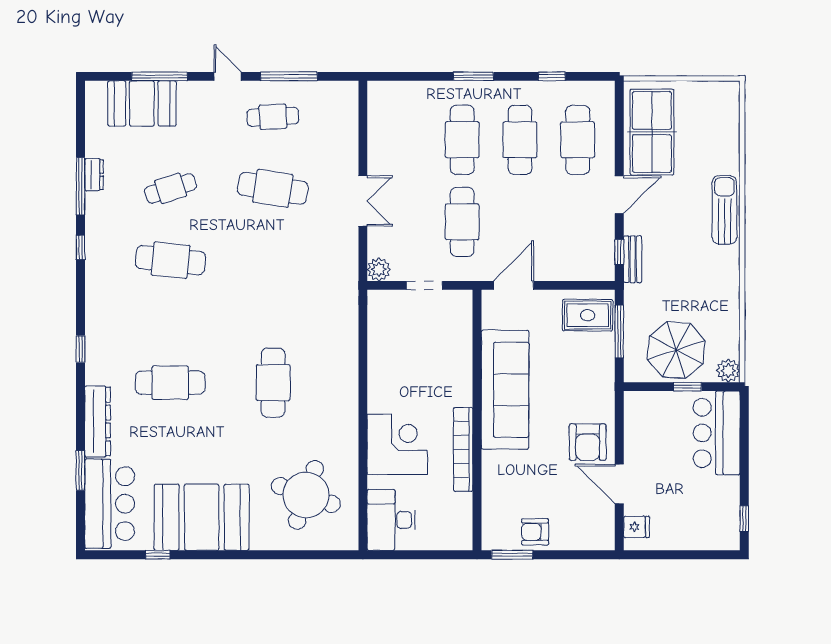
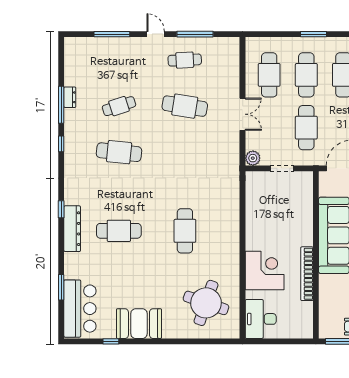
booth: (142, 103) -> (101, 52), removed
cafe table: (404, 140) -> (269, 75), added
dresser: (98, 421) -> (72, 229), moved
booth: (202, 517) -> (139, 324), width x0.73, depth x0.70

